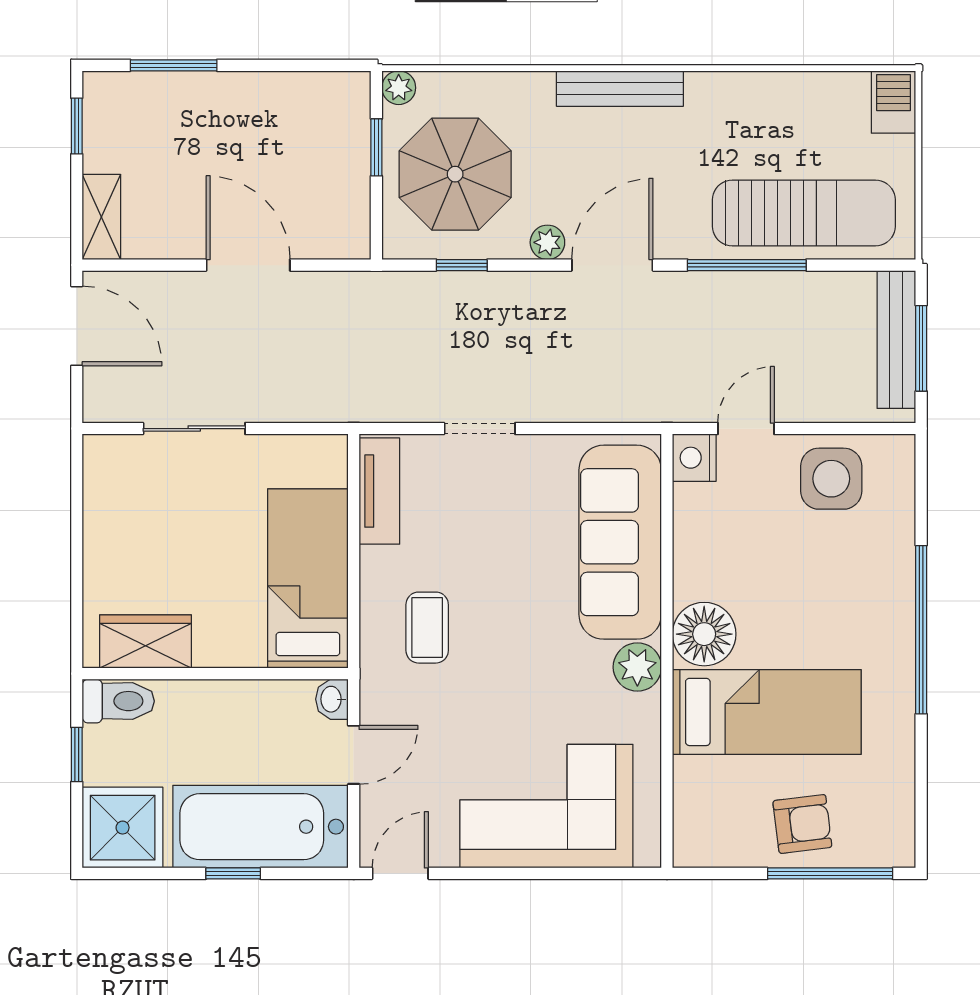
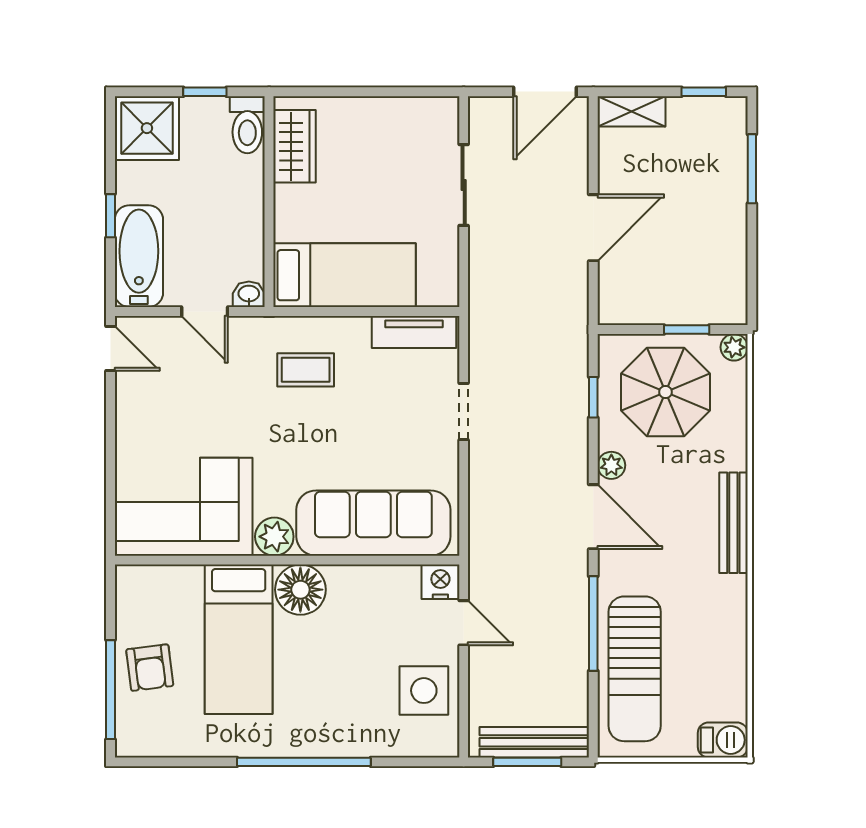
corner sofa: (546, 806) -> (184, 507), moved, turned -90
bathtub: (261, 827) -> (139, 256), width x0.73, depth x0.73

